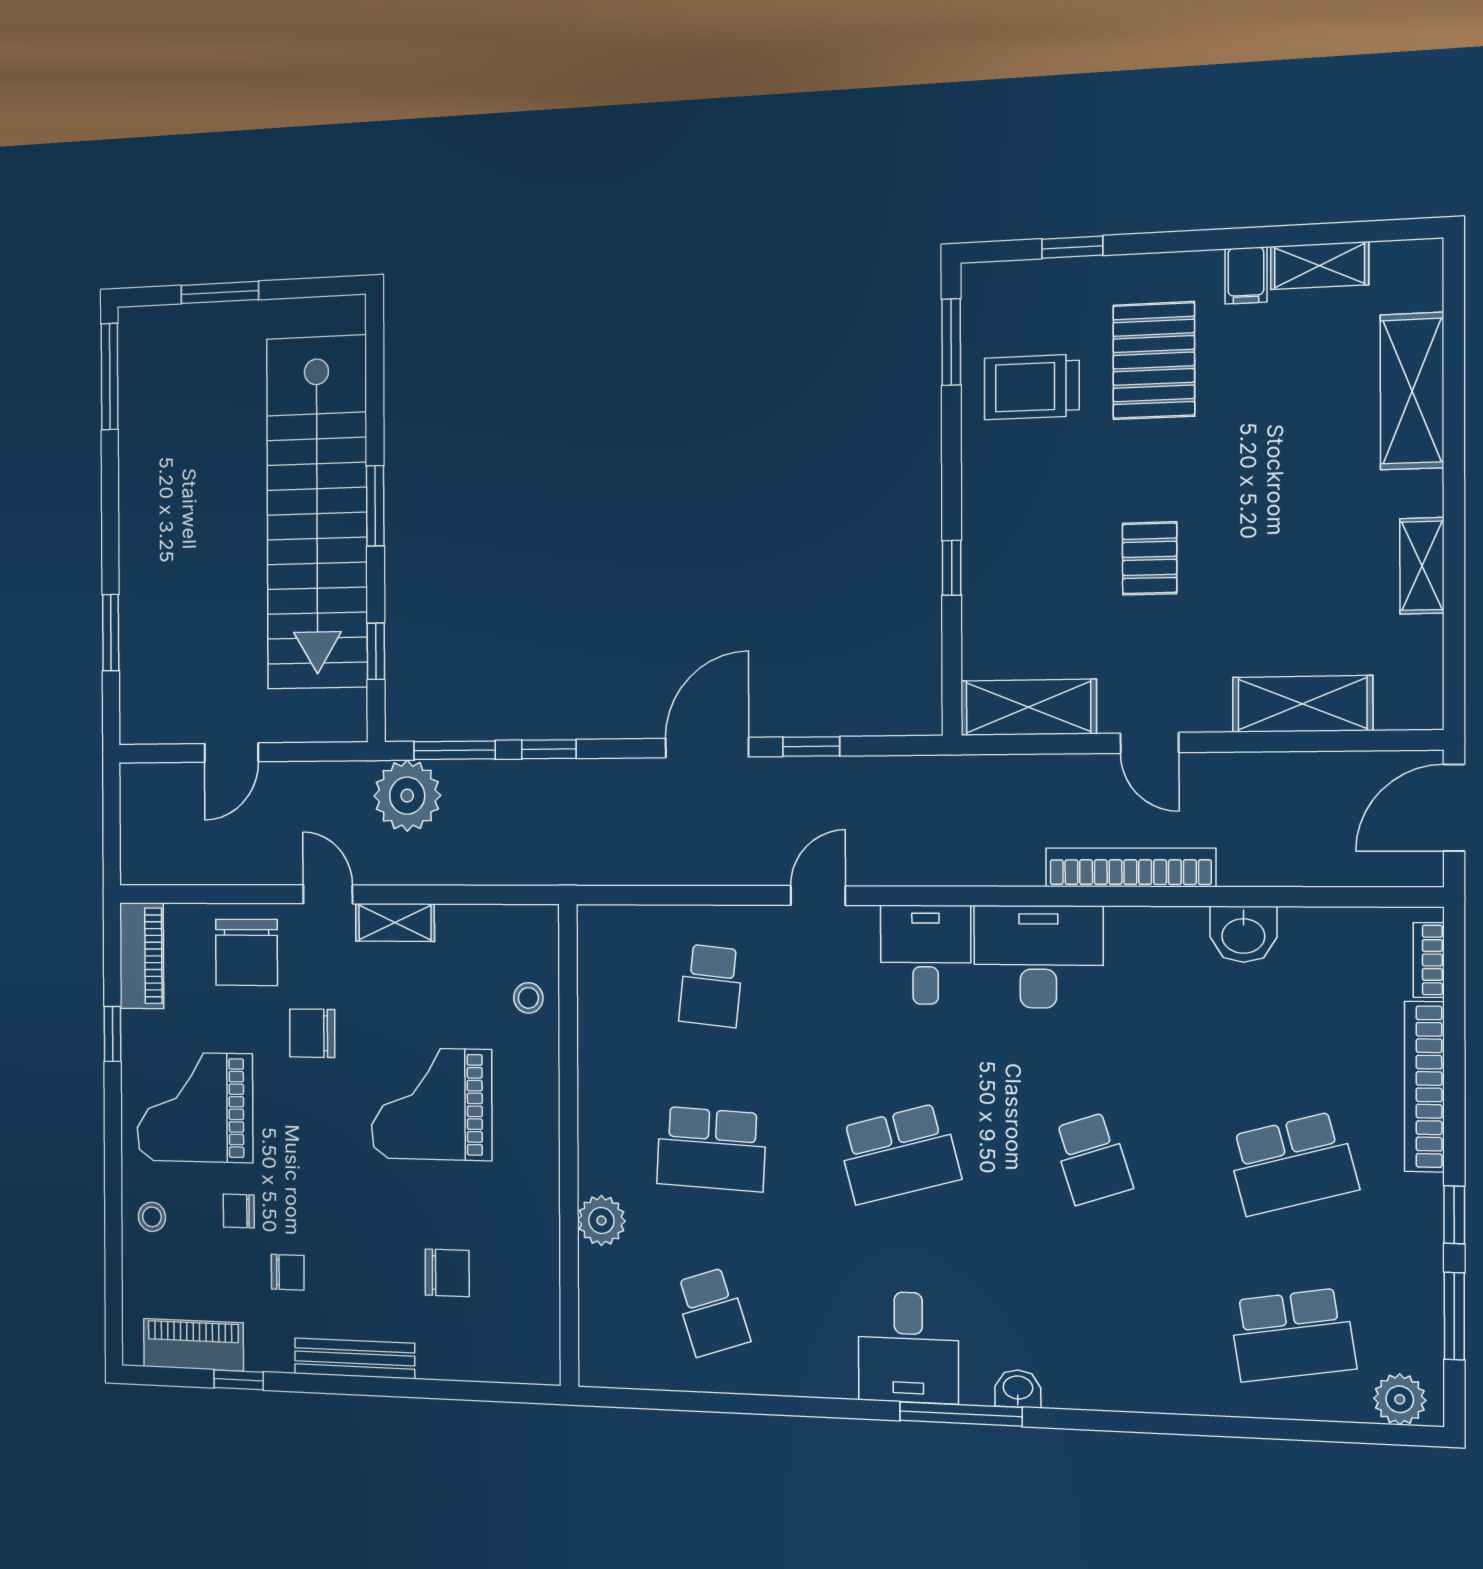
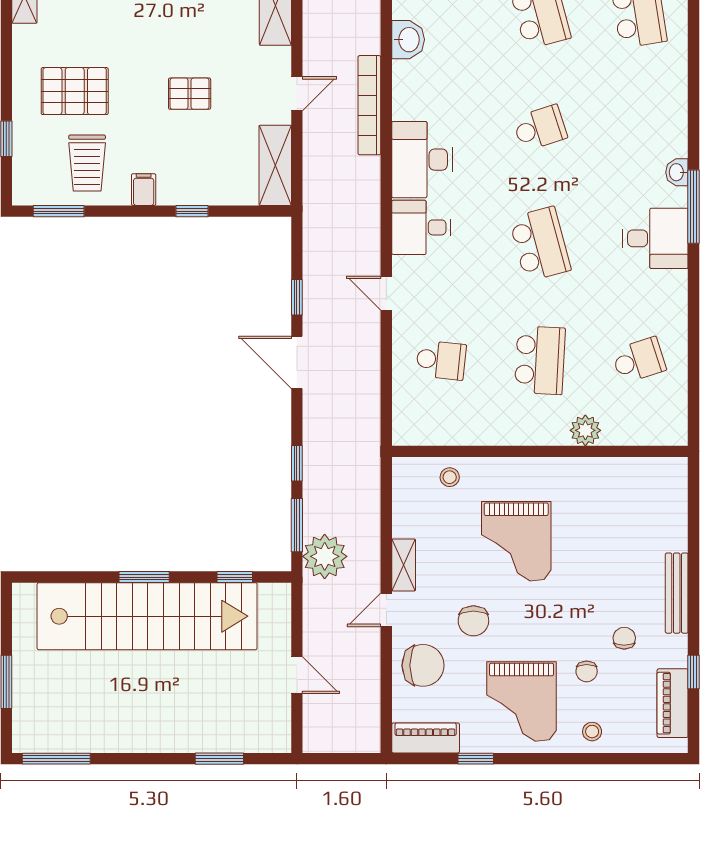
filing cabinet: (1246, 275) -> (144, 190), moved, turned -90
chair: (447, 1273) -> (621, 531), removed

